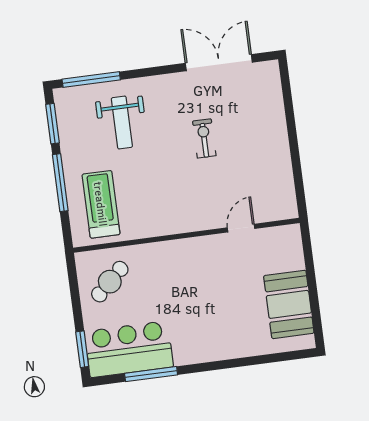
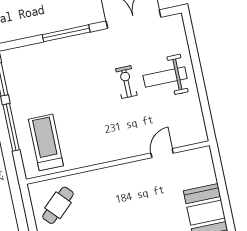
window: (91, 79) -> (66, 33), moved
weight bench: (122, 123) -> (165, 77), moved, turned 90

